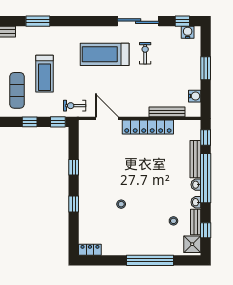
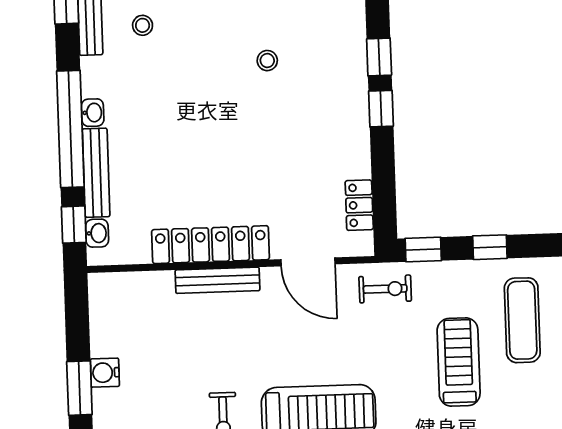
water cooler: (195, 96) -> (105, 373), moved
bench: (167, 112) -> (218, 280), moved
locker: (84, 142) -> (359, 205), added
window: (74, 167) -> (381, 109), moved
washbasin: (196, 202) -> (97, 233), moved

